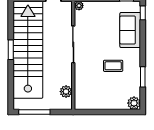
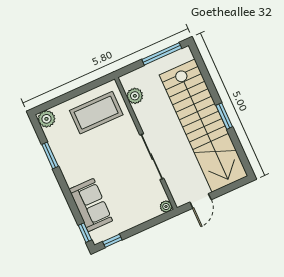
coffee table: (113, 66) -> (96, 113), moved, width x1.86, depth x1.72

